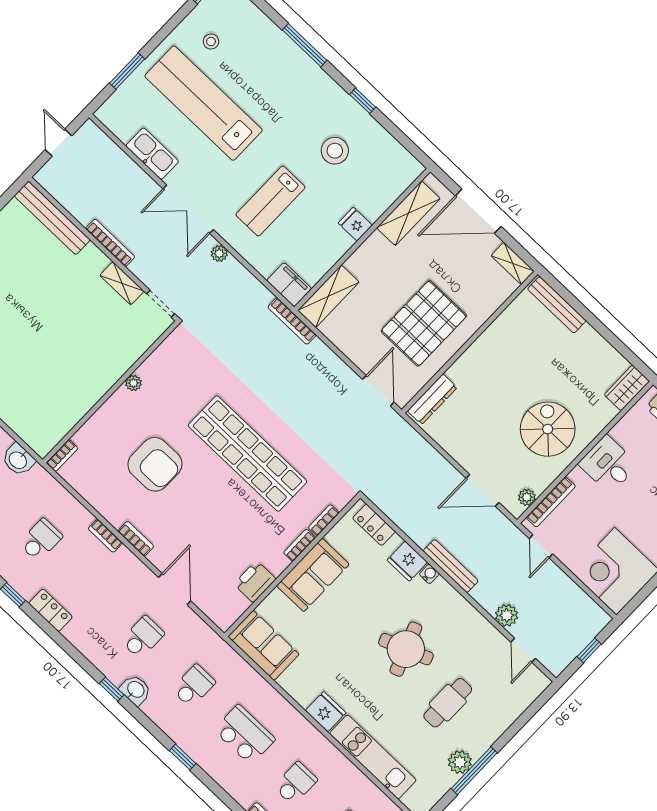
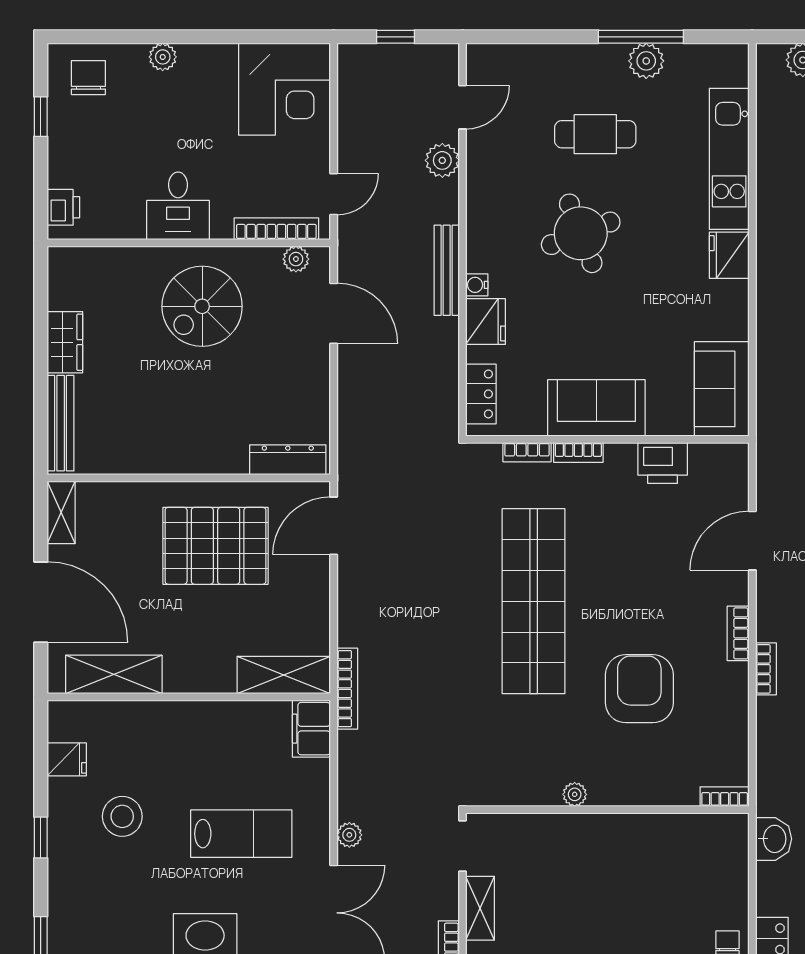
fridge: (355, 224) -> (67, 759), moved, turned -90
wardrobe: (627, 388) -> (65, 342), moved, turned -90

